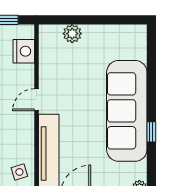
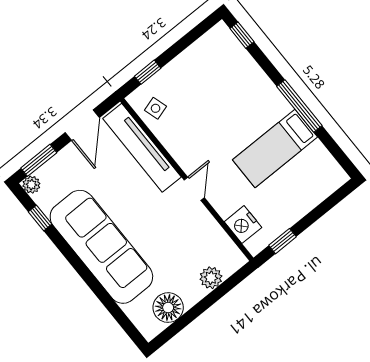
floor lamp: (115, 37) -> (168, 308), added
window: (151, 132) -> (40, 218), moved

